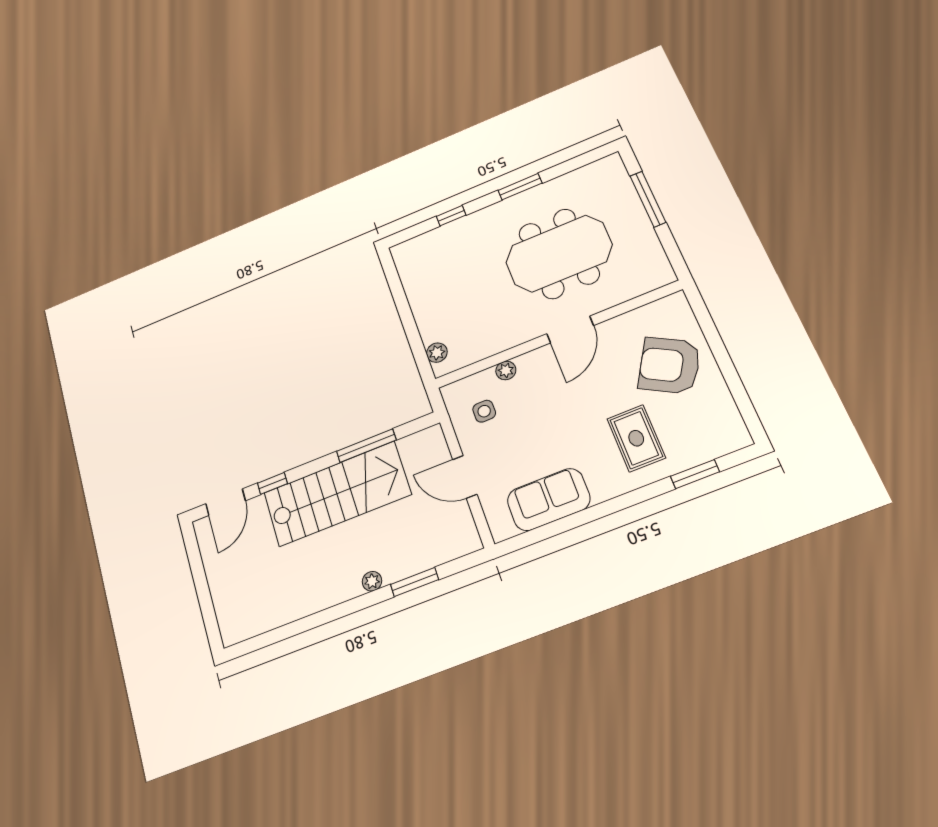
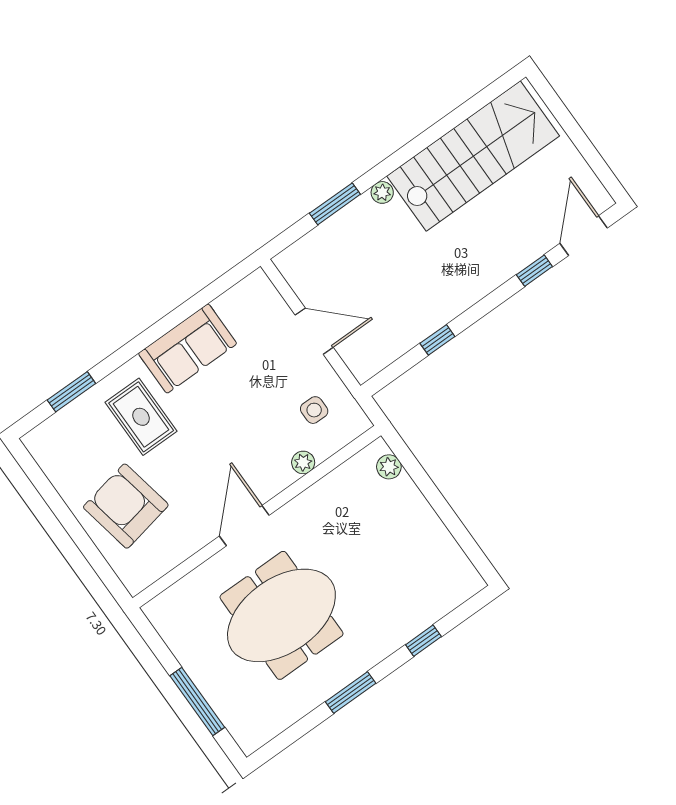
armchair: (669, 365) -> (126, 506), turned -131
window: (366, 446) -> (437, 340), width x0.46
stairs: (337, 494) -> (473, 156), moved, turned 180
sofa: (549, 500) -> (188, 348), moved

